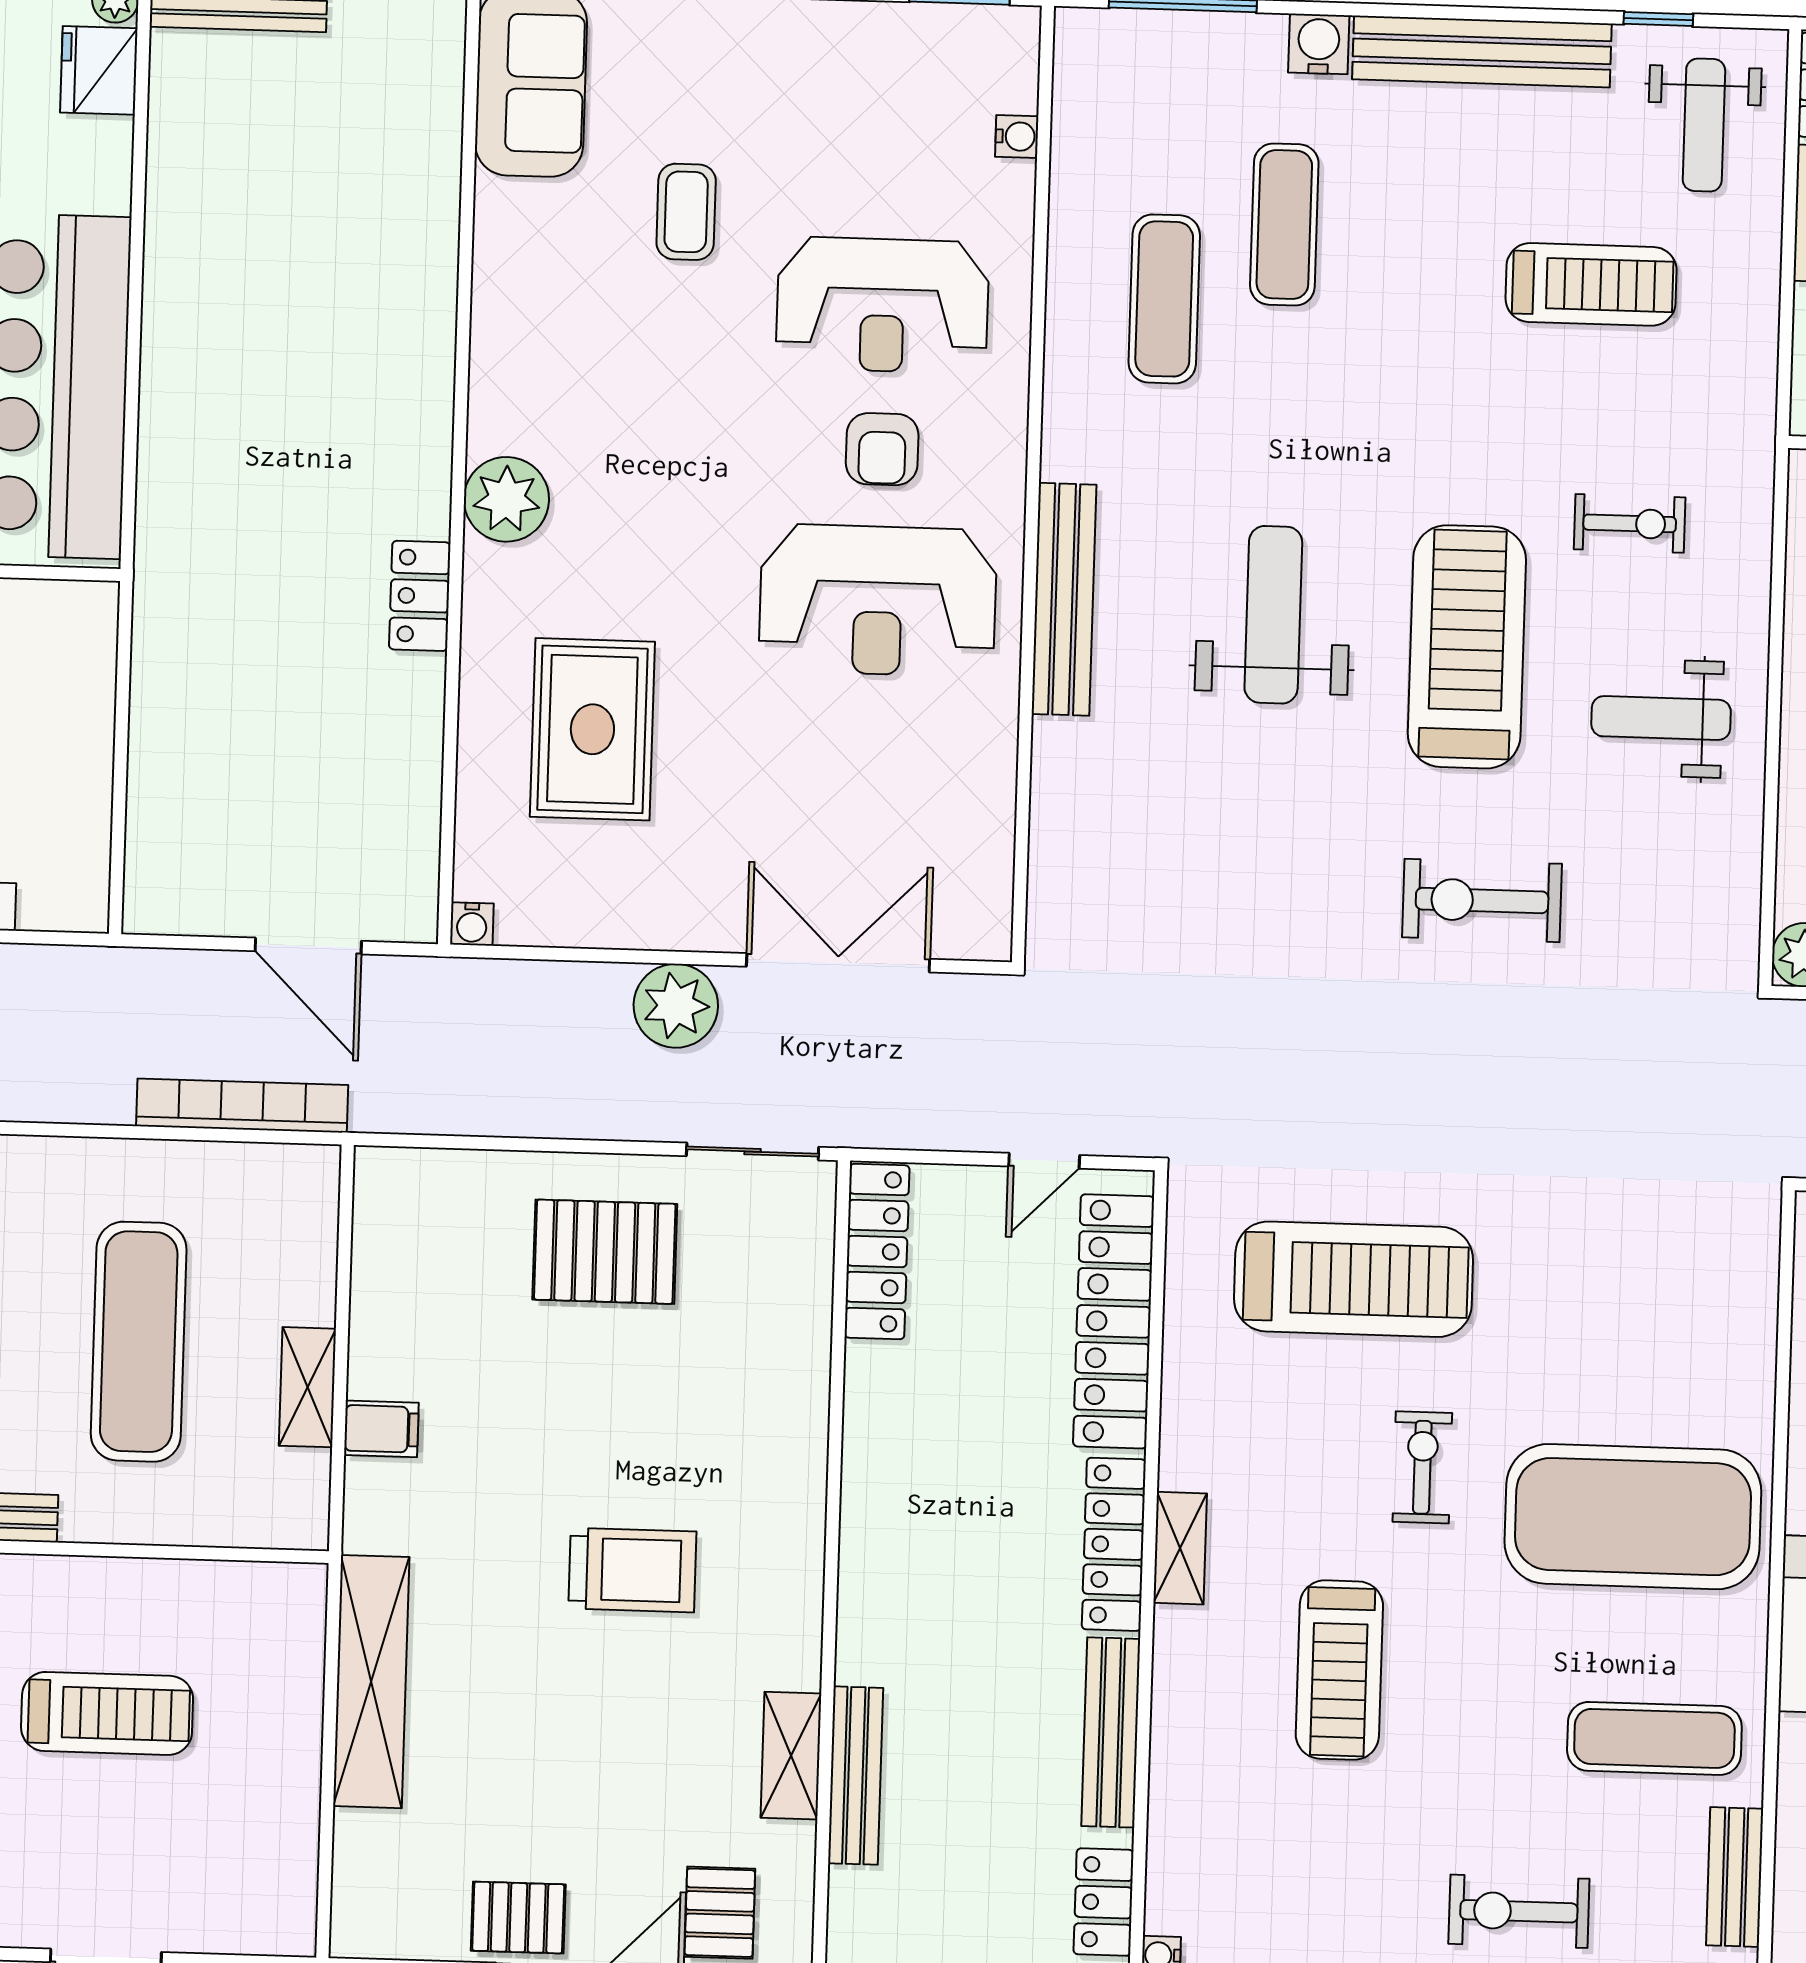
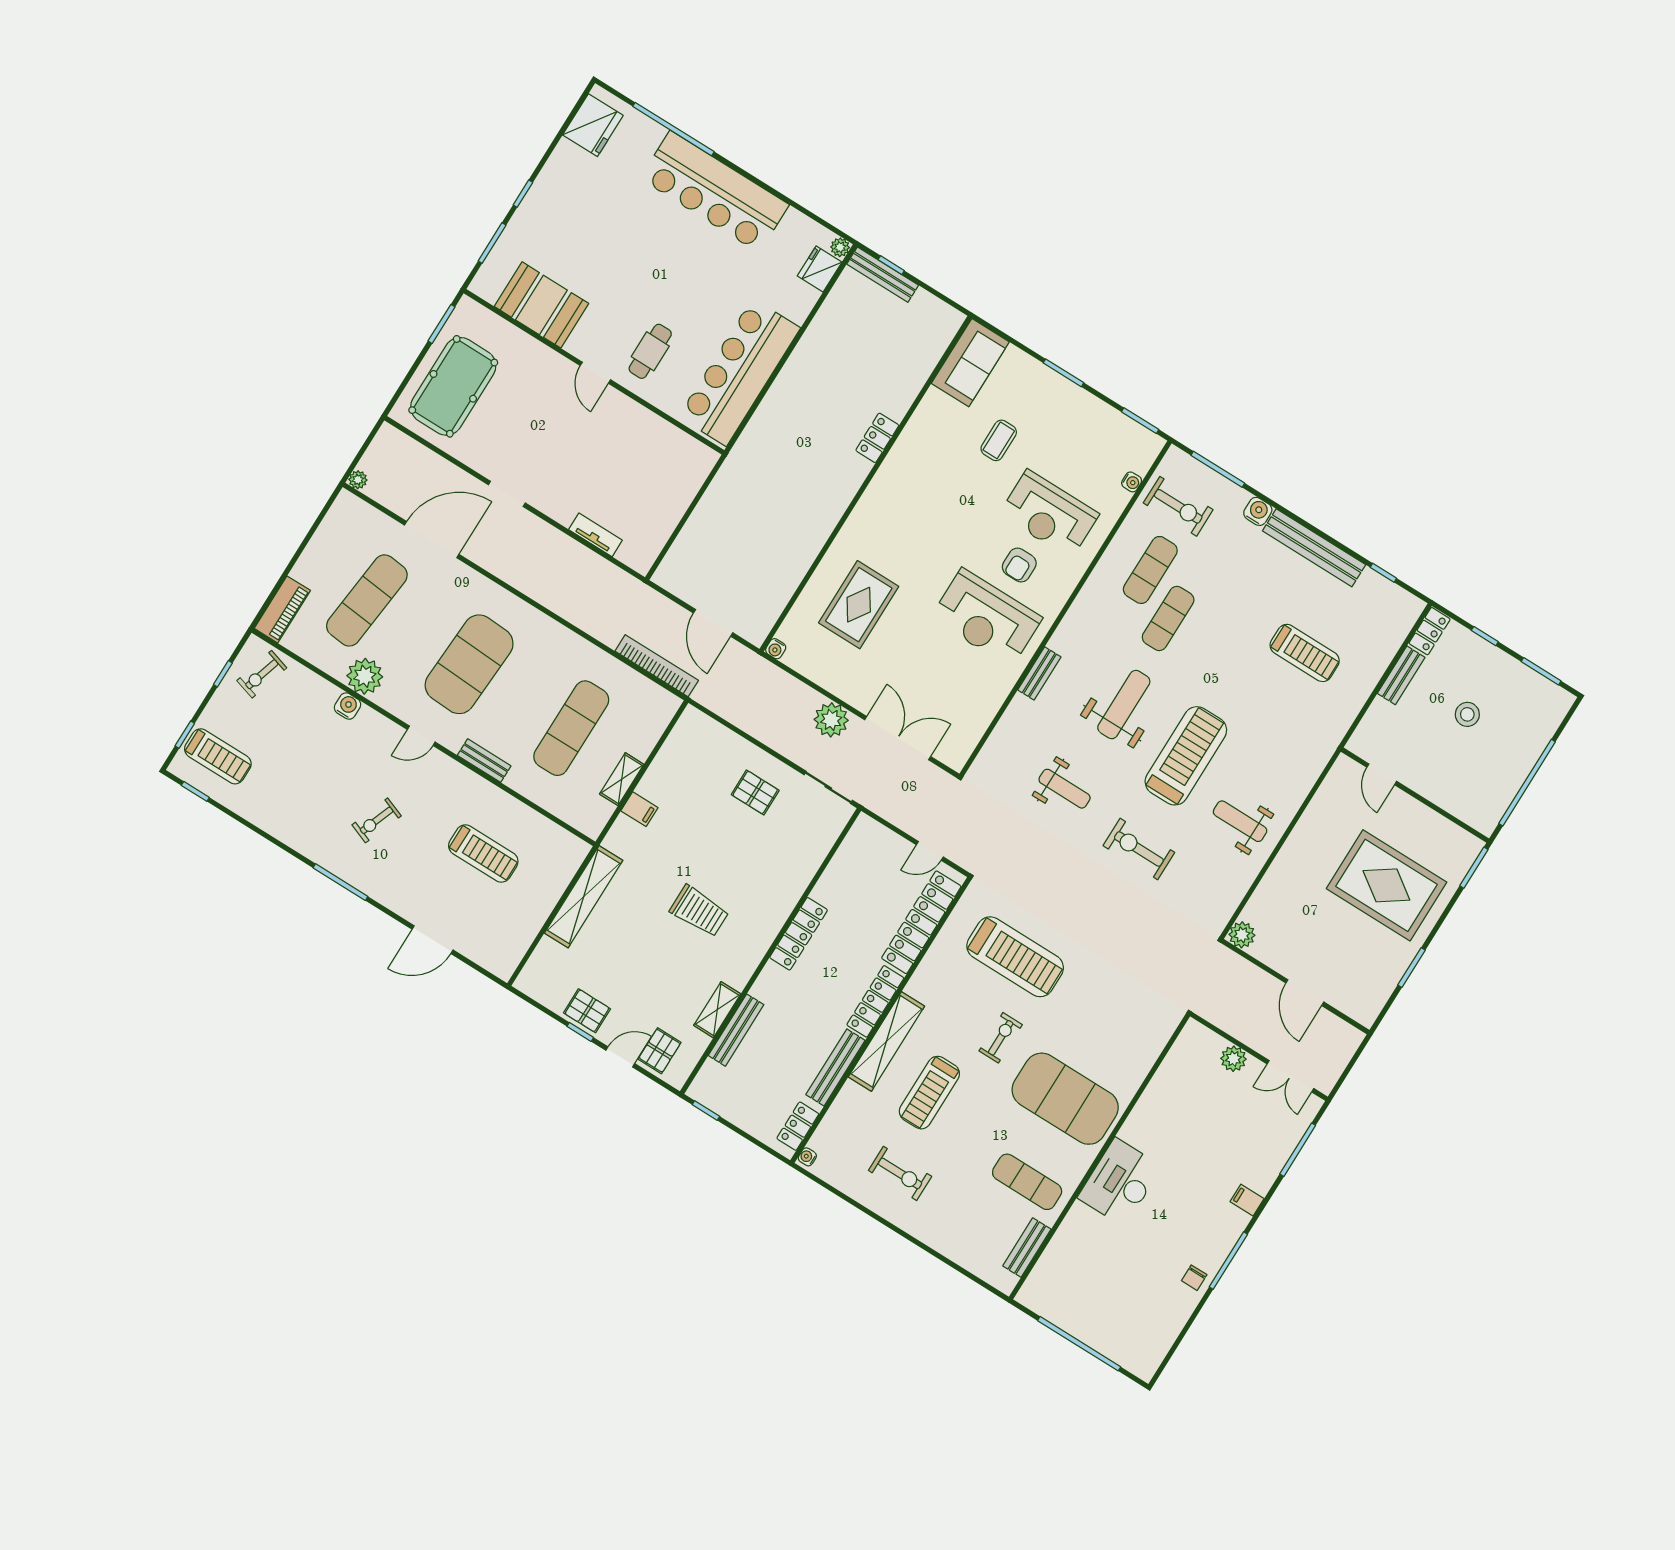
weight bench: (1704, 125) -> (1065, 789), moved, turned -90
exercise mat: (1284, 225) -> (1168, 618), moved
plant: (506, 499) -> (876, 505), removed
exercise bike: (1630, 523) -> (1178, 506), moved, width x1.38, depth x1.39
locker: (420, 596) -> (877, 438), moved
bench: (1064, 599) -> (1039, 673), width x0.54, depth x0.82
locker: (877, 1251) -> (799, 934), moved
pallet: (605, 1252) -> (755, 792), width x0.67, depth x0.71
shelving: (1180, 1548) -> (886, 1041), width x2.20, depth x1.33
exercise bike: (1519, 1911) -> (900, 1173), moved, turned 180

